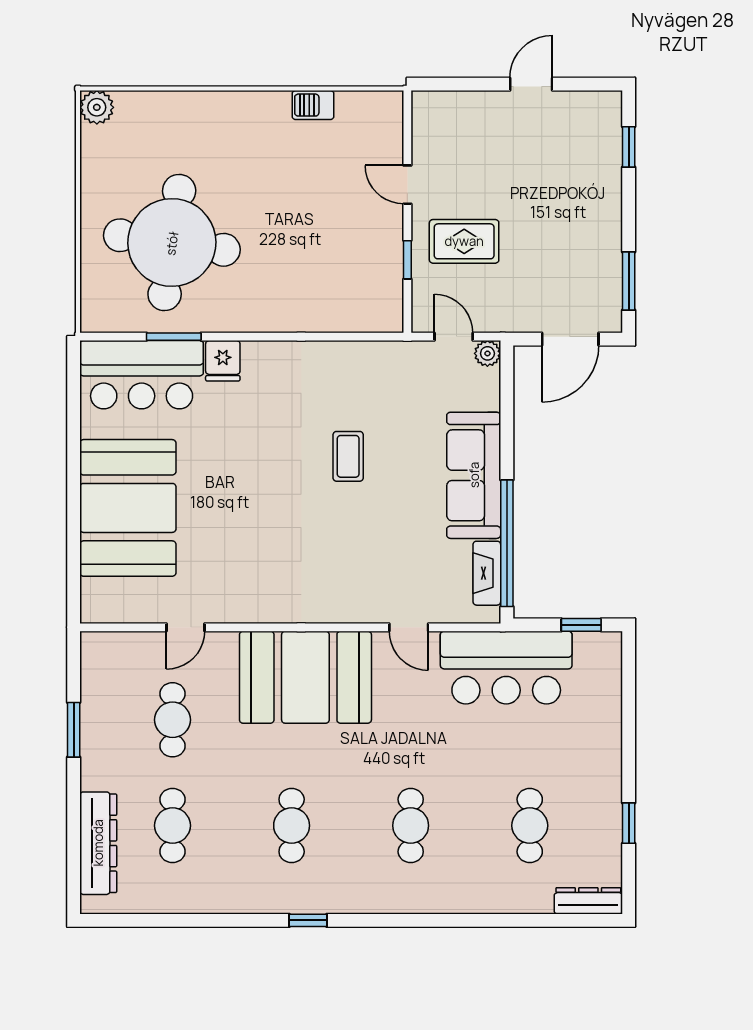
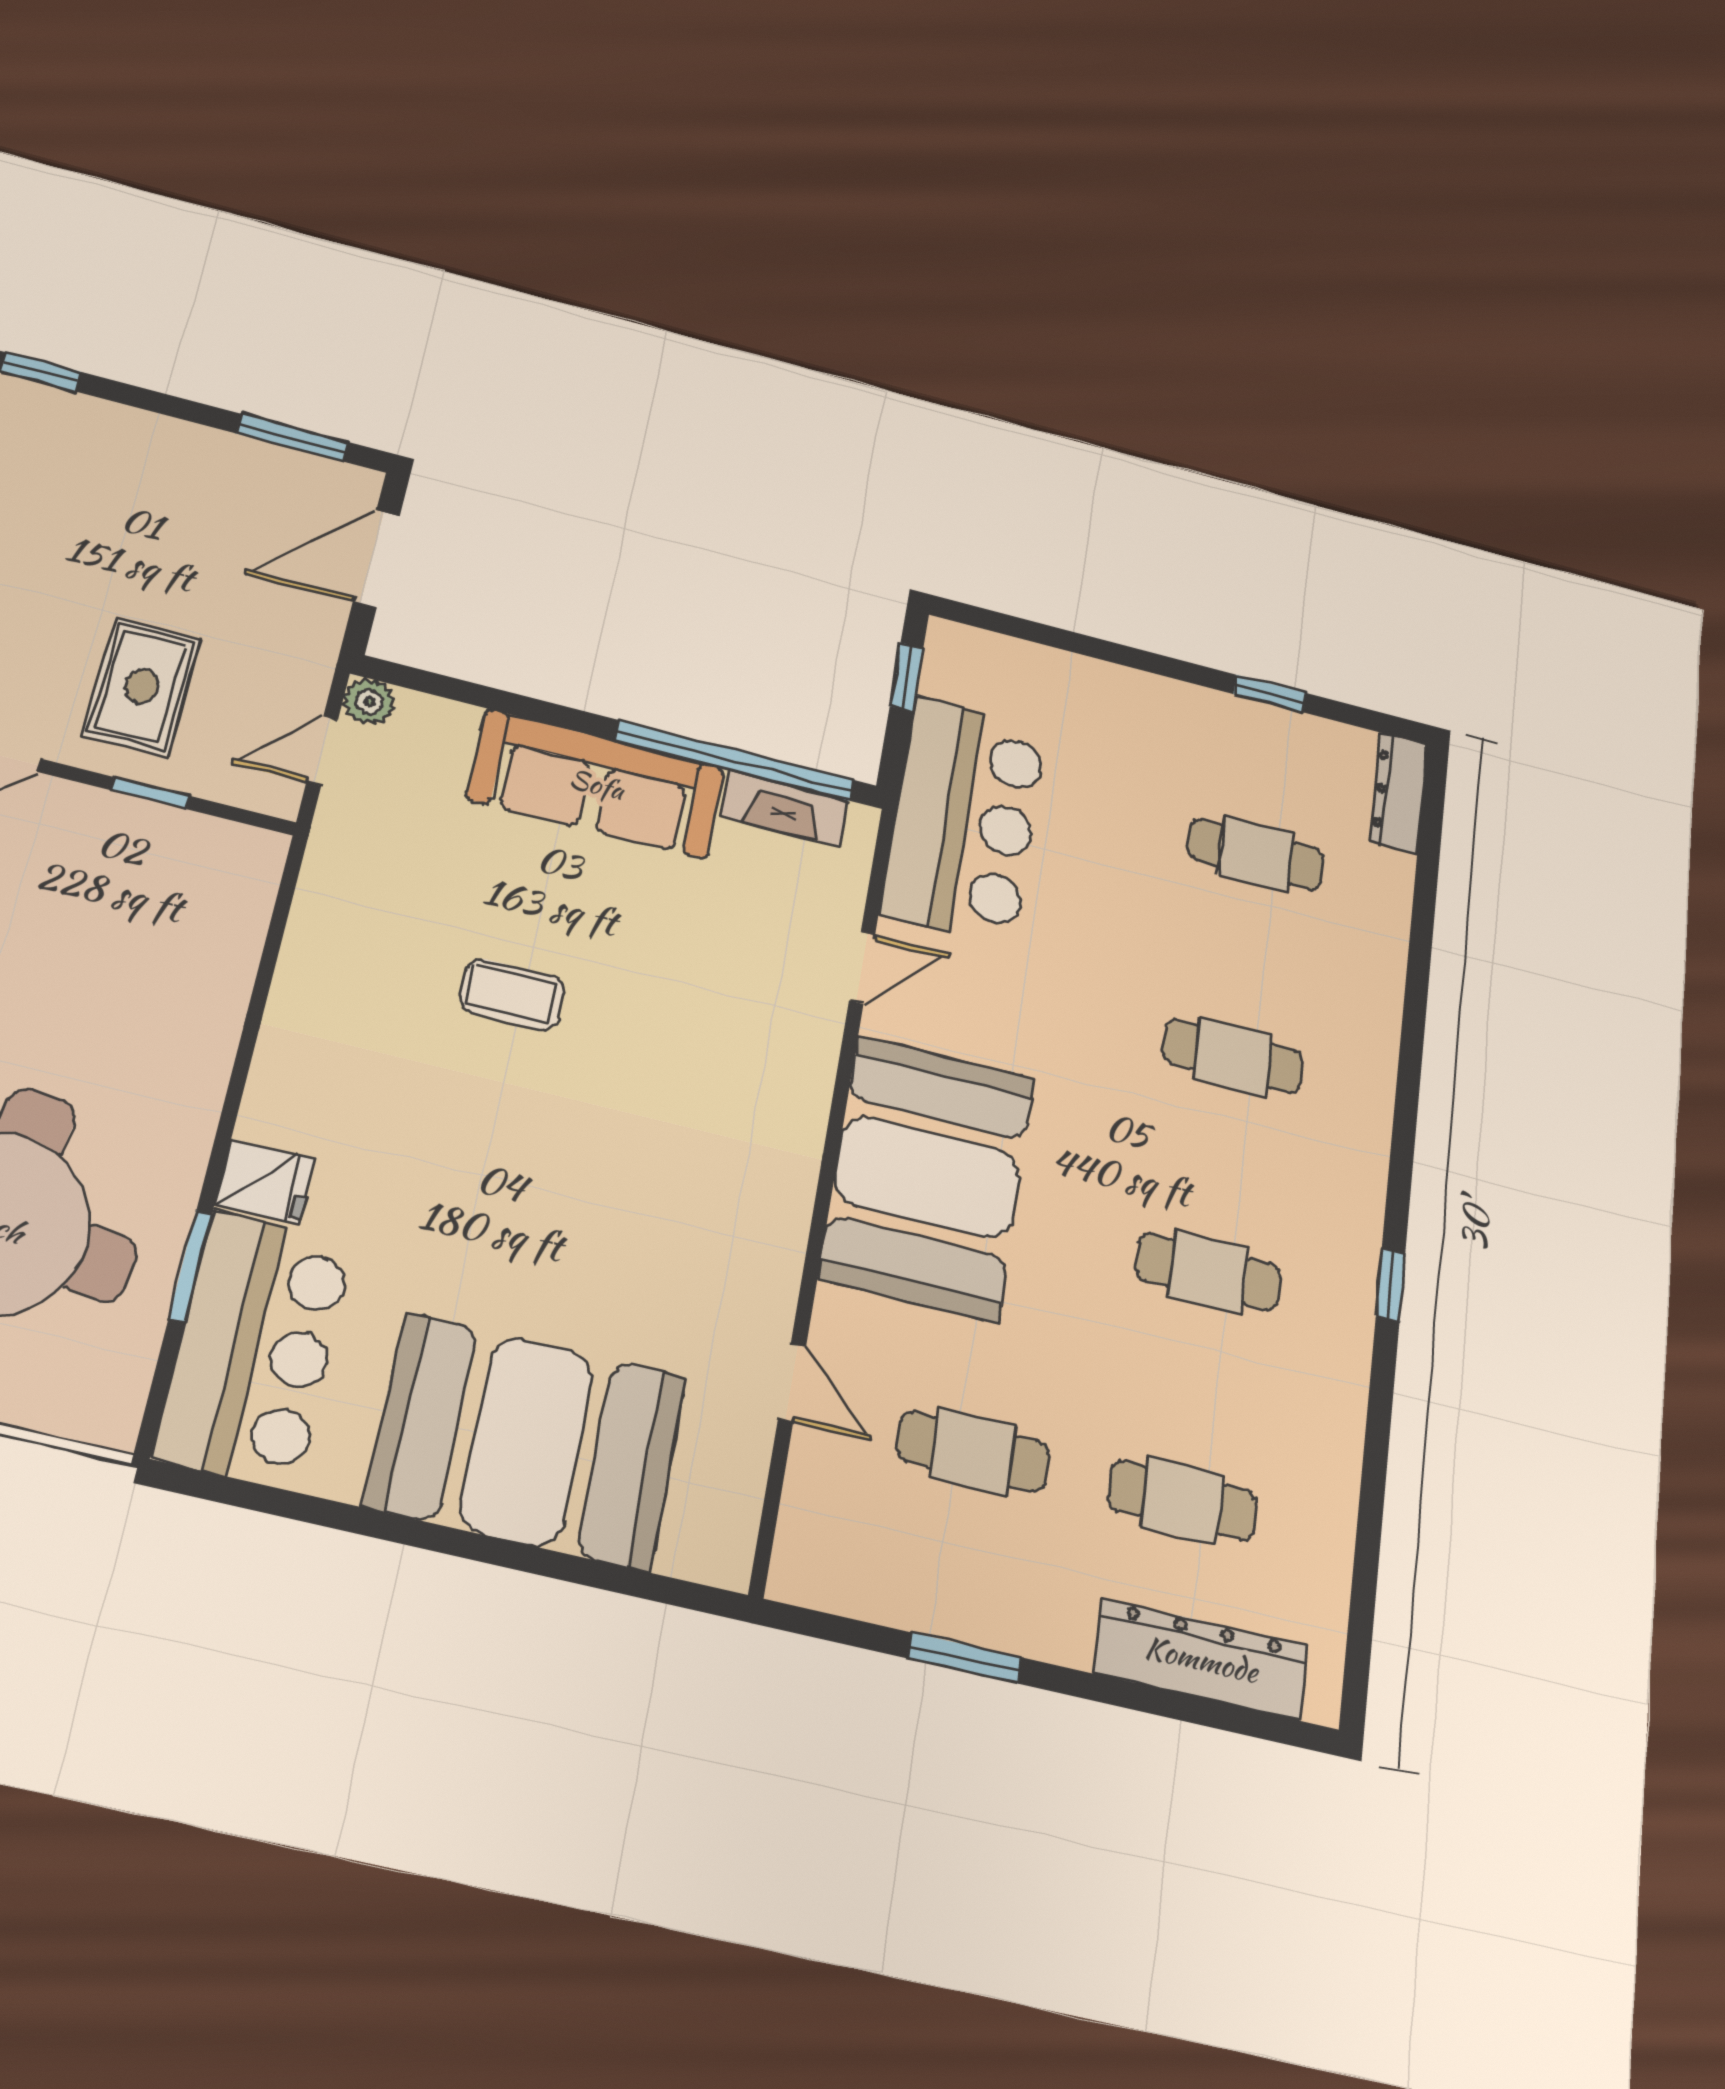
door: (570, 339) -> (376, 559), swing flipped

